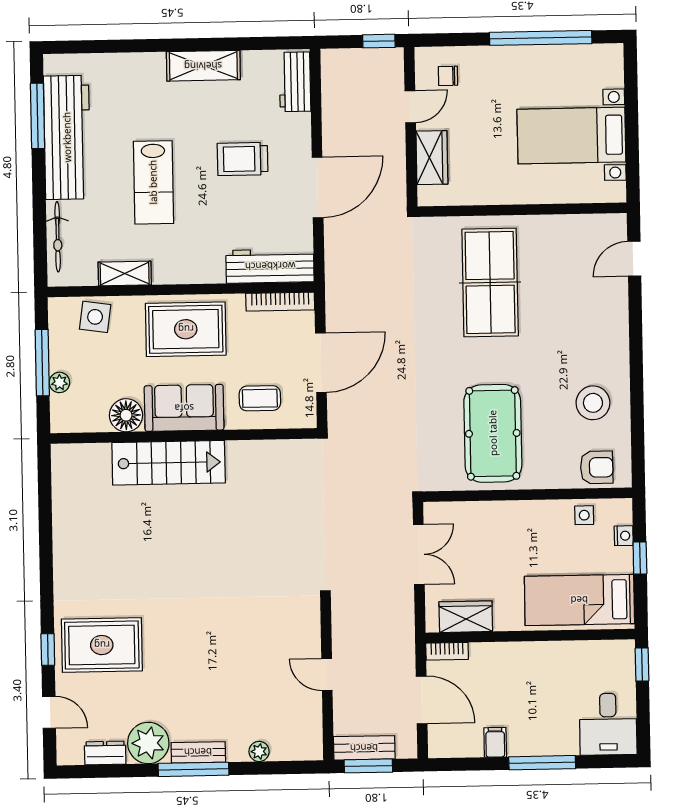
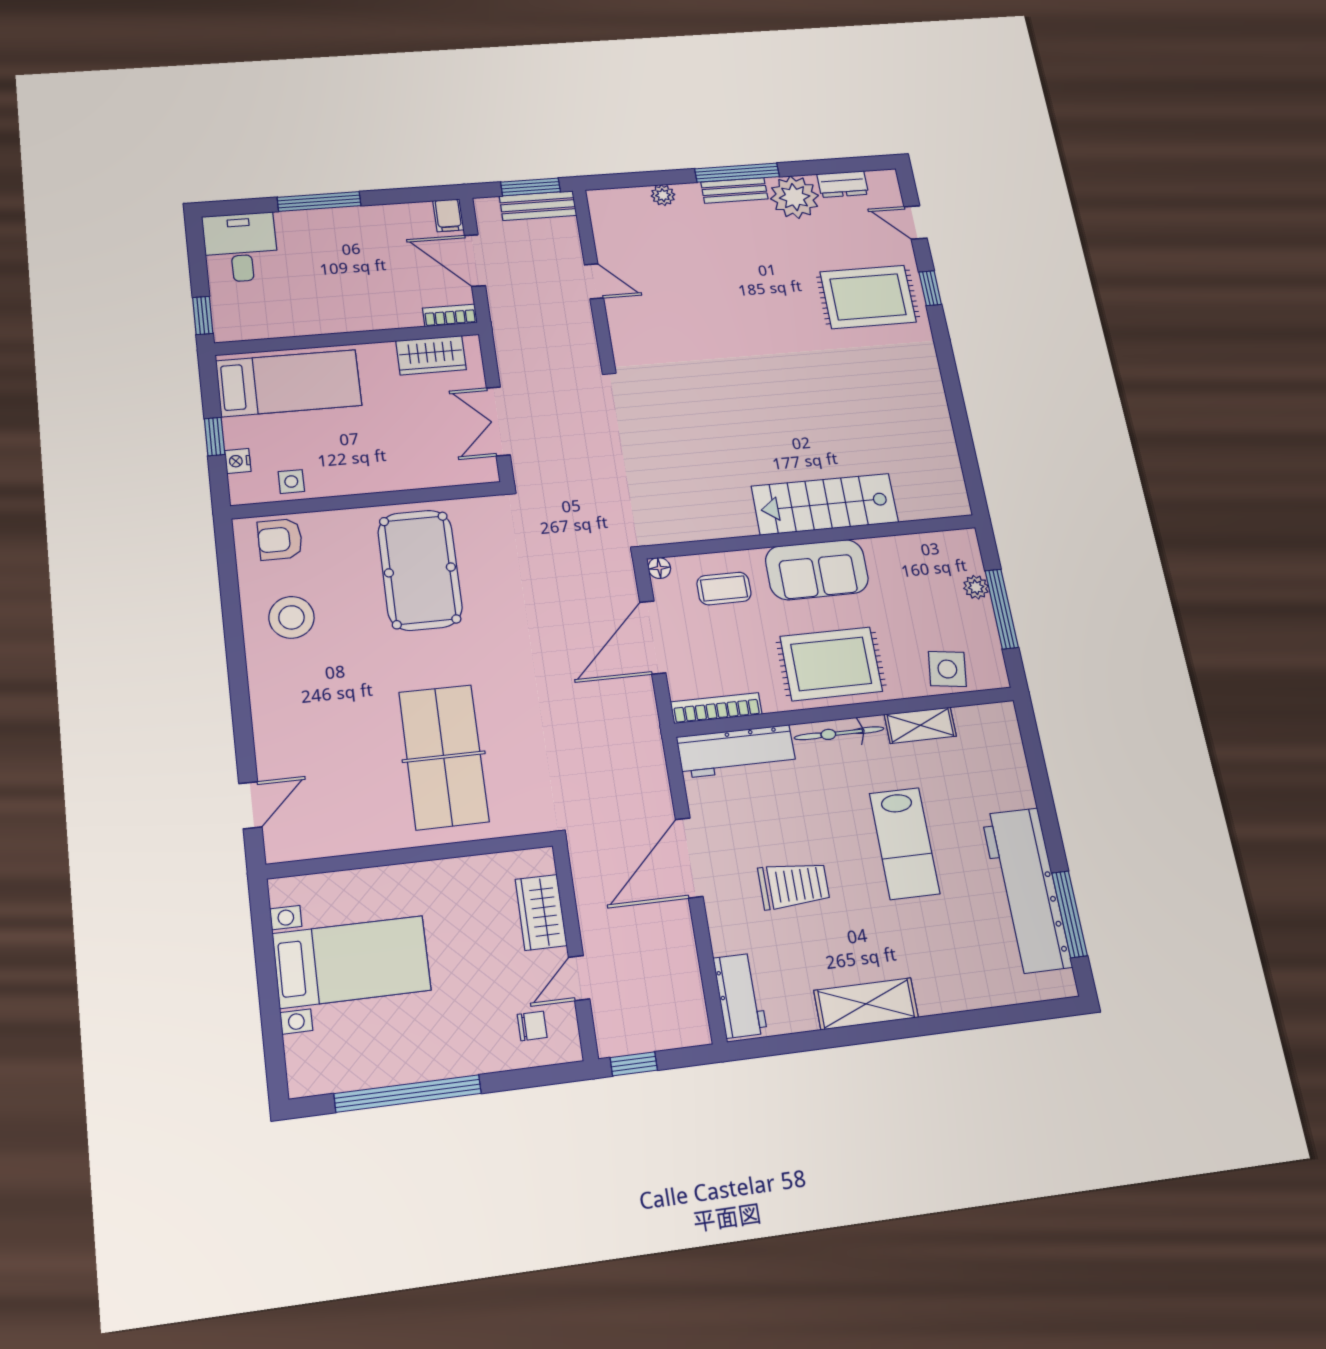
lab bench: (153, 182) -> (904, 843), turned 180
bicycle: (58, 237) -> (839, 733), moved, turned -90
floor lamp: (126, 415) -> (659, 568), moved, width x0.53, depth x0.53
filing cabinet: (495, 742) -> (448, 215), moved

